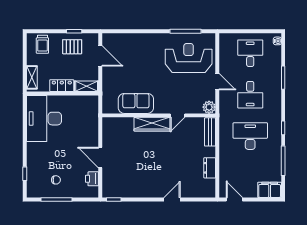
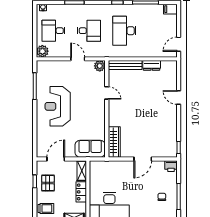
plant: (226, 40) -> (42, 51), added
reception desk: (189, 58) -> (58, 106), moved
door: (217, 82) -> (78, 59), hinge flipped
sofa: (136, 103) -> (90, 149), moved, turned 90
wardrobe: (152, 124) -> (114, 142), moved
bench: (210, 132) -> (125, 65), width x1.36
printer: (92, 179) -> (171, 166), moved
filing cabinet: (270, 190) -> (170, 9), width x0.50

